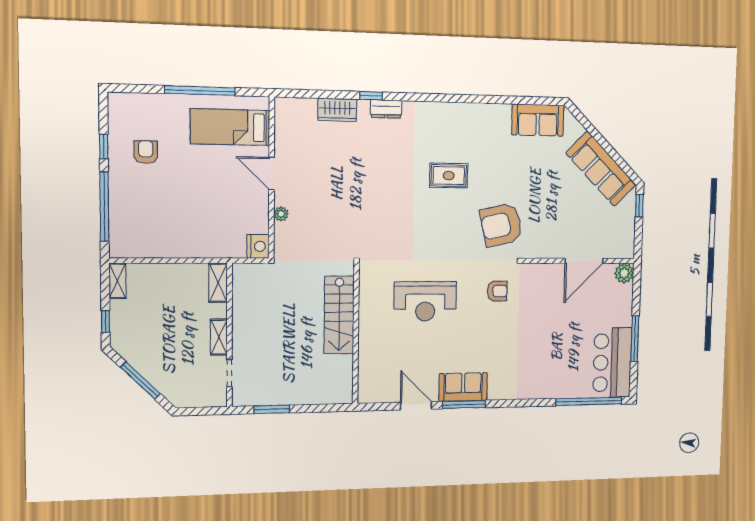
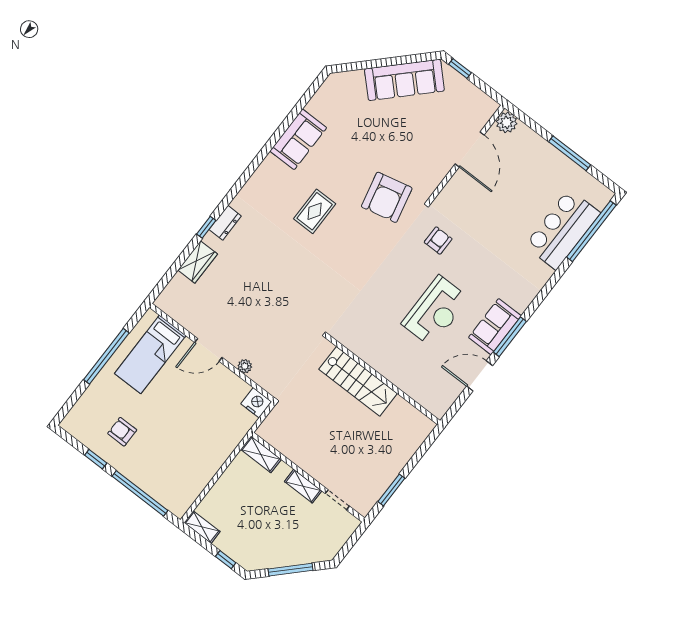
sofa: (538, 120) -> (298, 139), moved
reception desk: (425, 301) -> (435, 311), moved
bar counter: (612, 363) -> (563, 229), moved, turned 90

